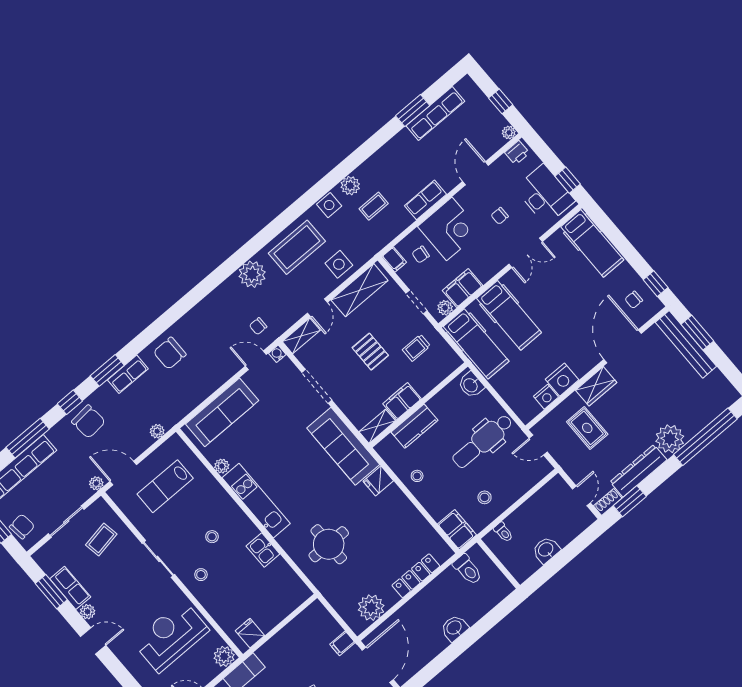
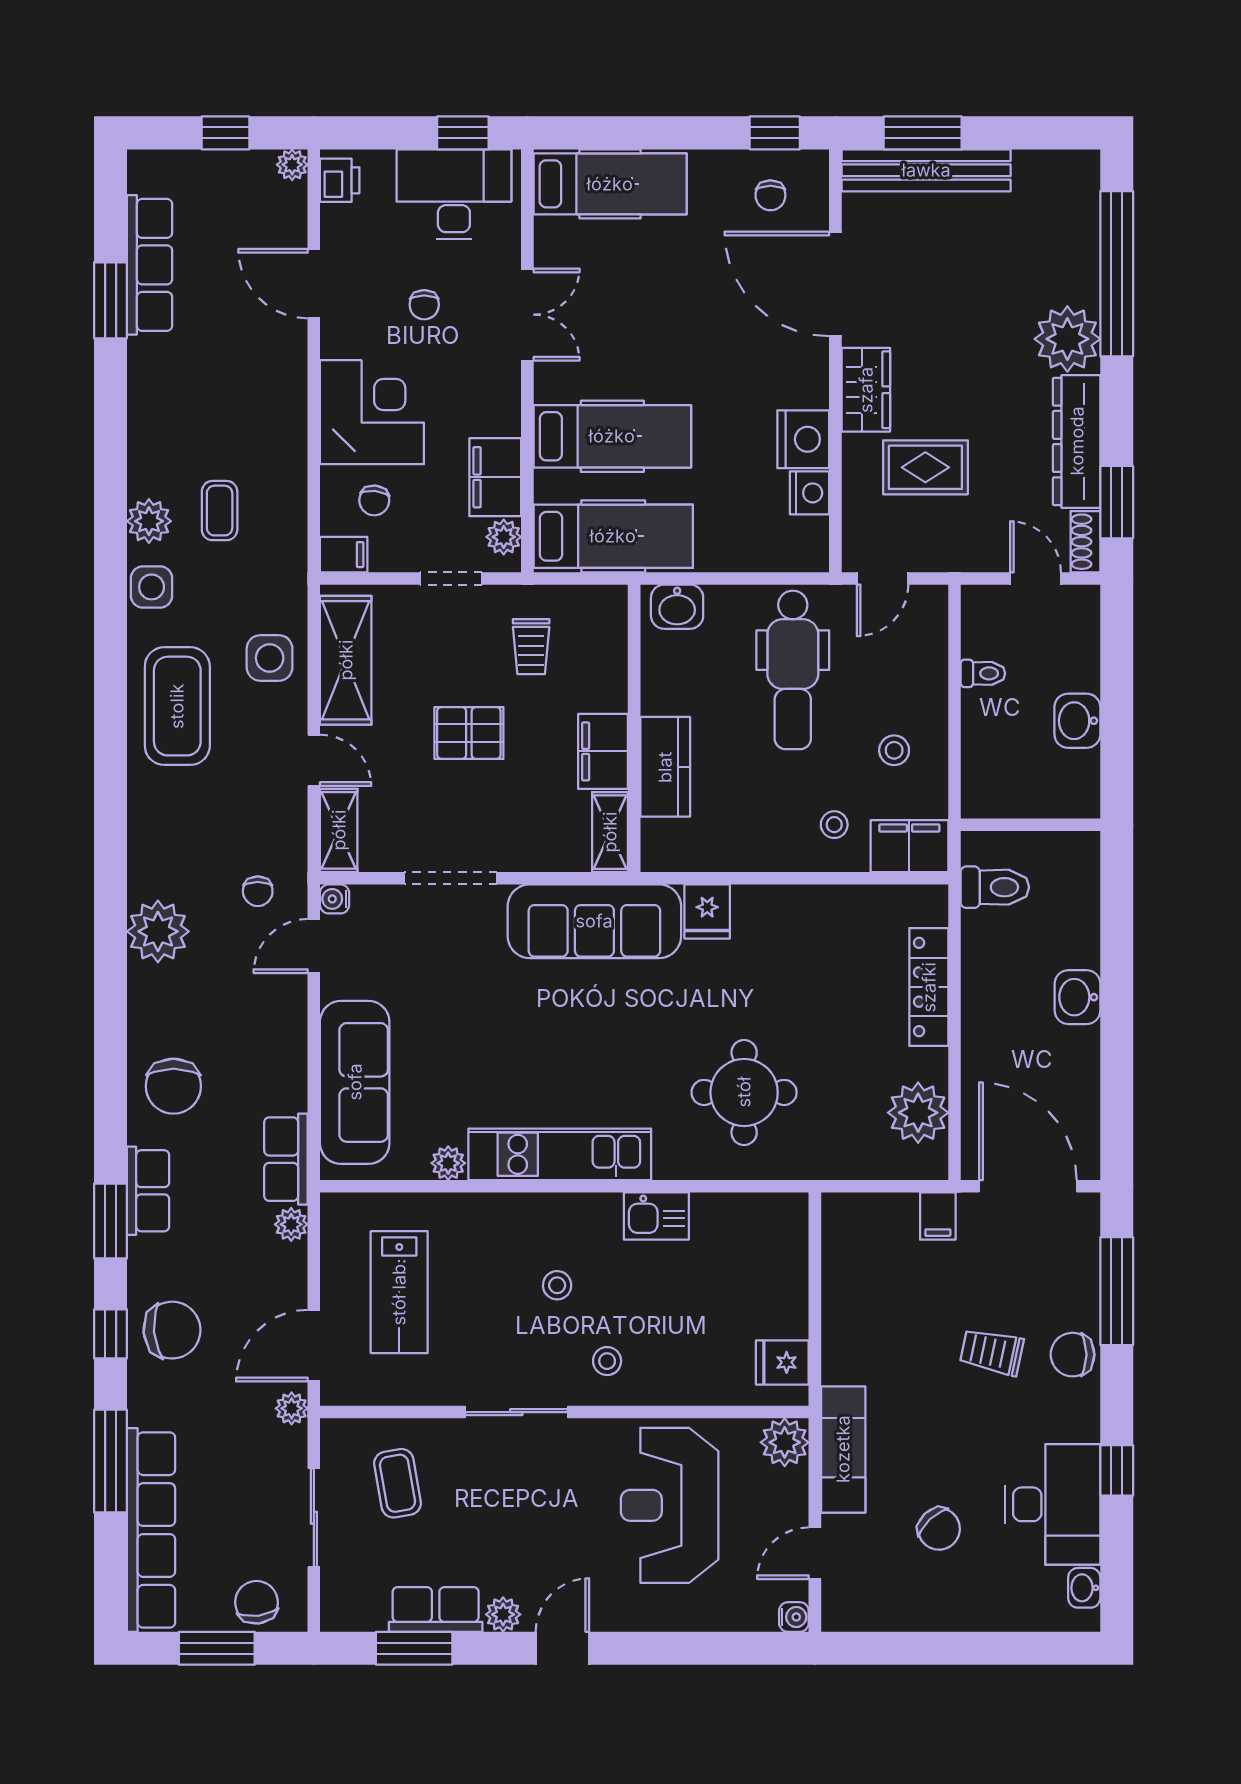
row of seats: (425, 200) -> (286, 1159), moved
plant: (252, 274) -> (158, 931), moved
stool: (417, 476) -> (834, 825), moved
toilet: (503, 532) -> (983, 673), moved

